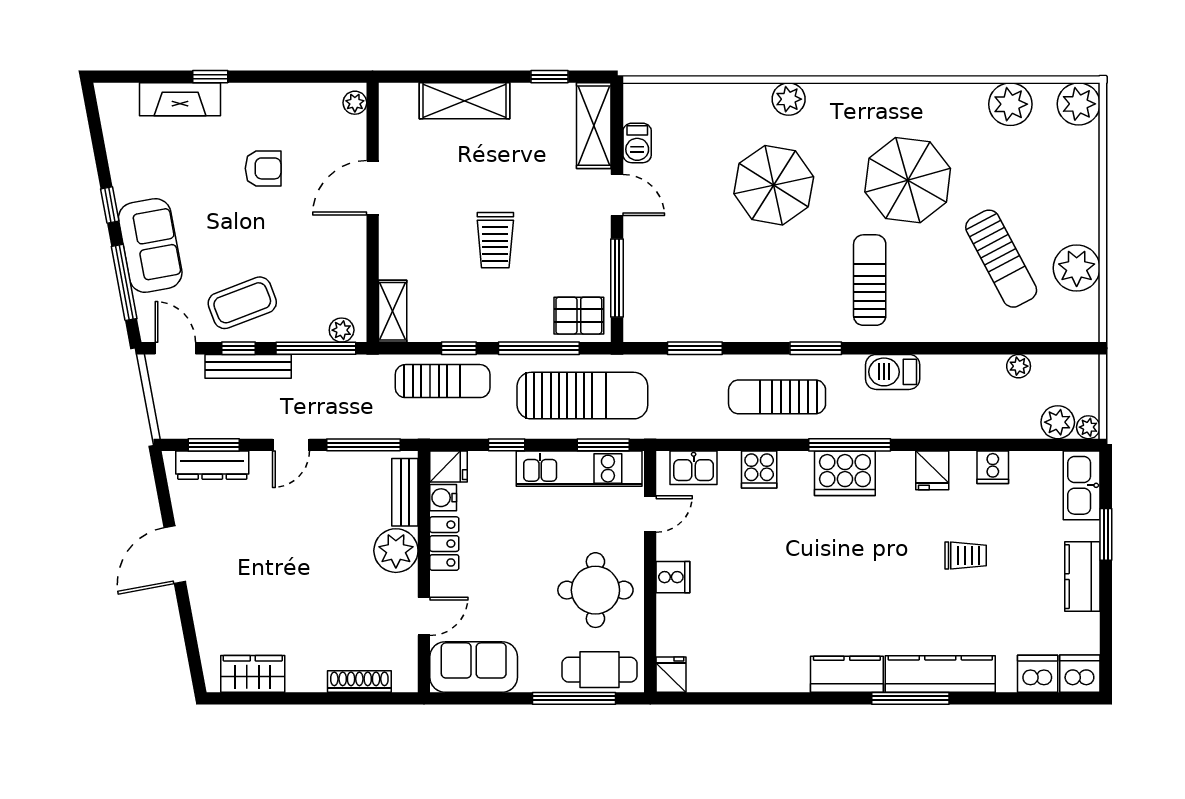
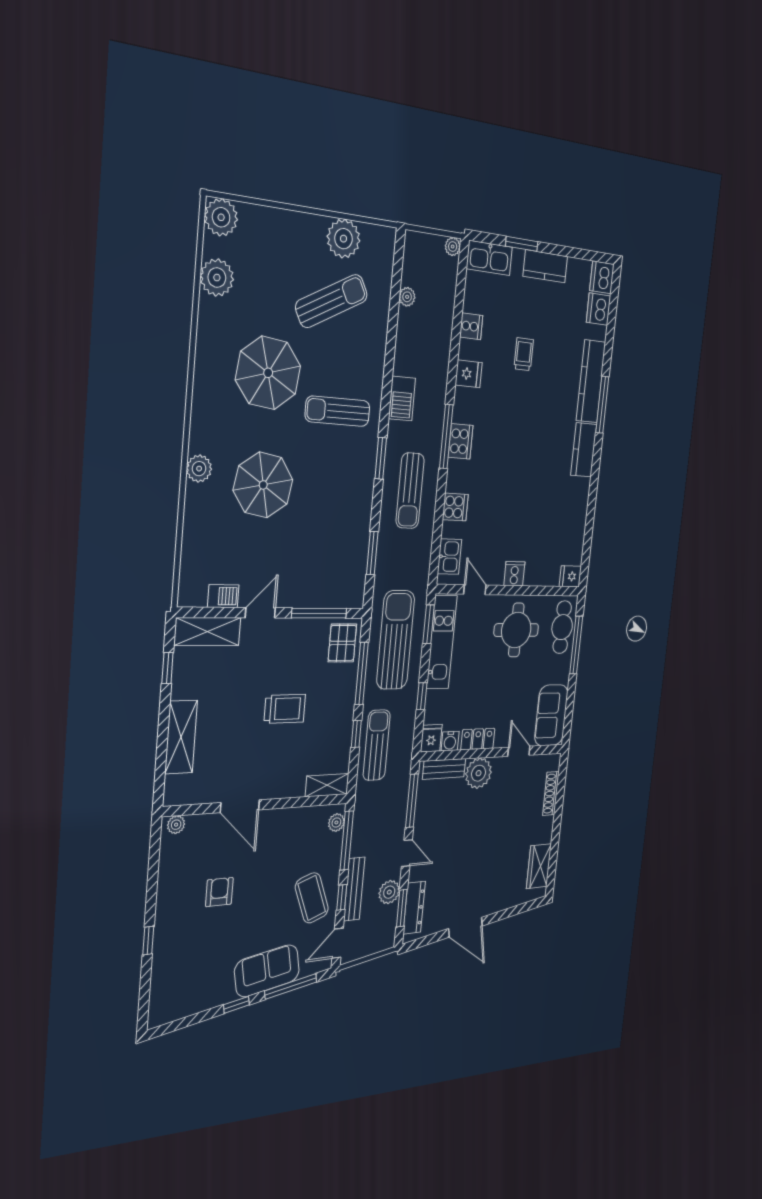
fireplace: (180, 99) -> (164, 962), removed
plant: (1058, 422) -> (389, 892), moved
cooker: (845, 473) -> (461, 441), width x0.73, depth x0.76

